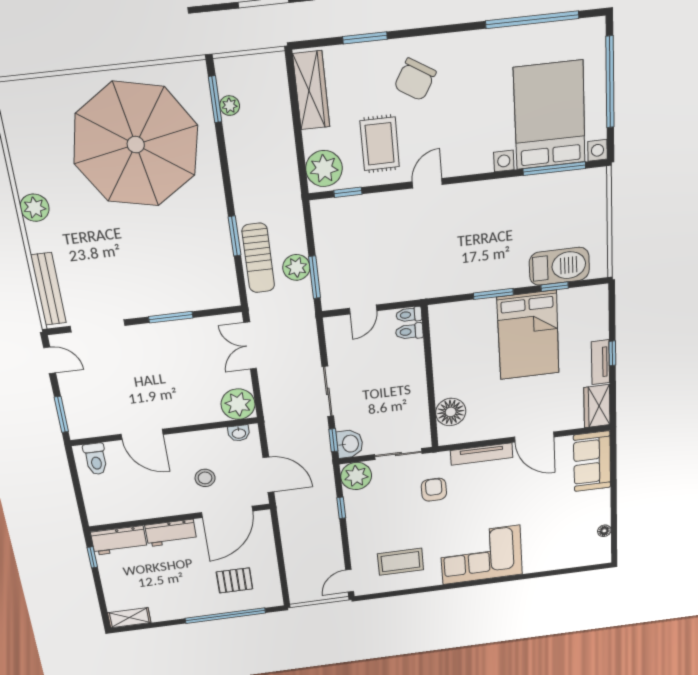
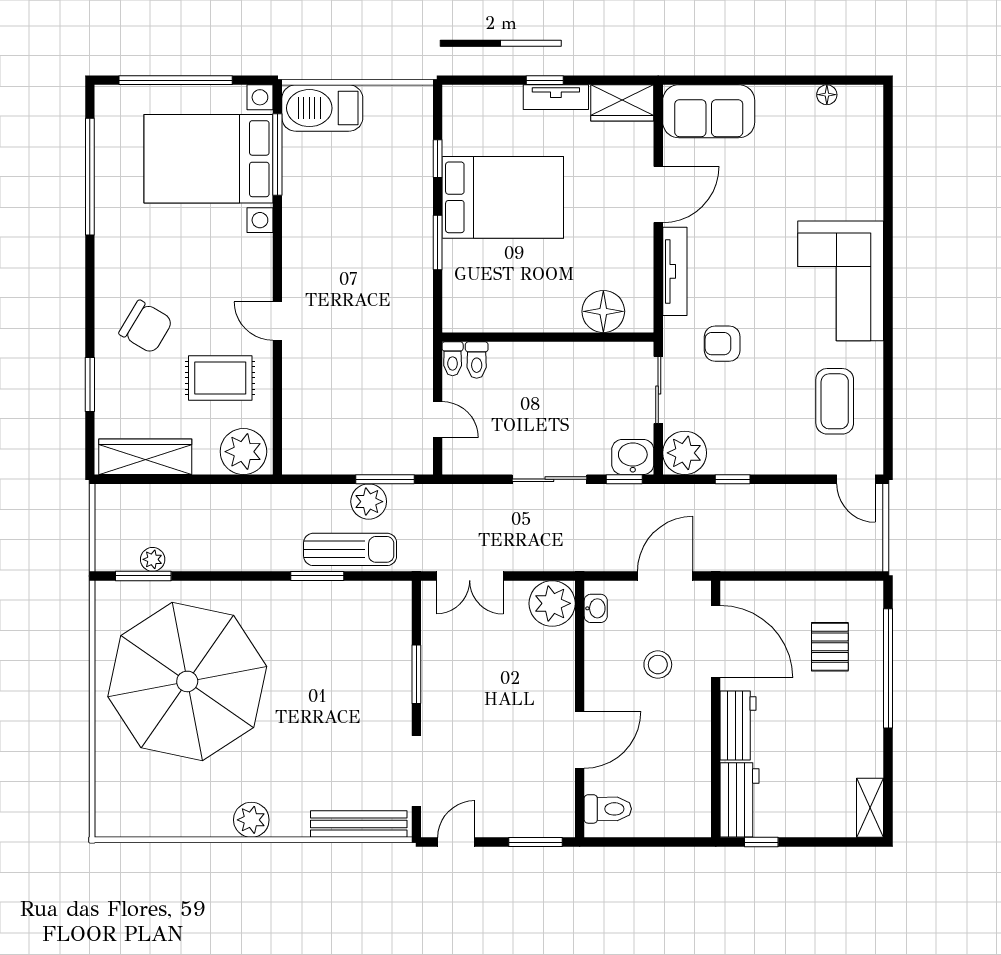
window: (348, 192) -> (277, 424), removed
barbecue: (559, 266) -> (322, 108), moved, turned -90

